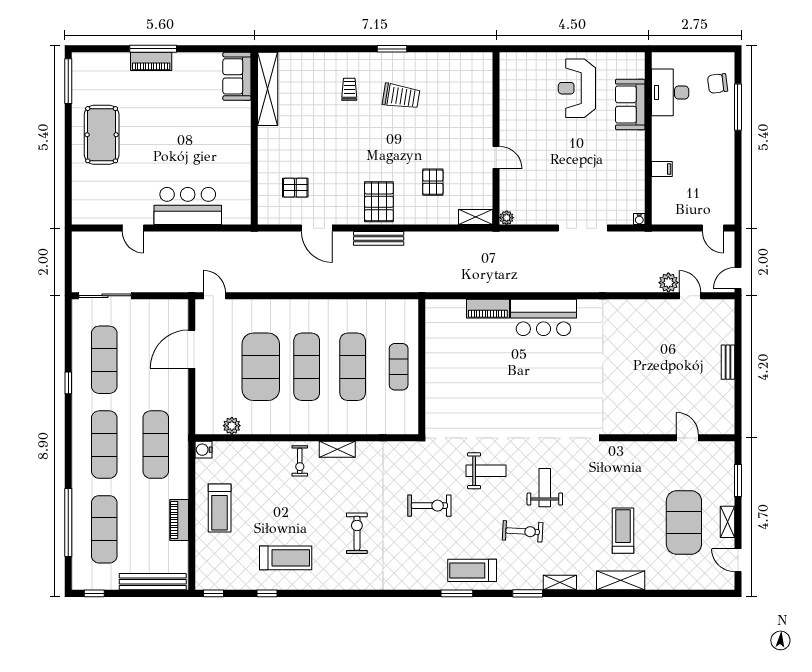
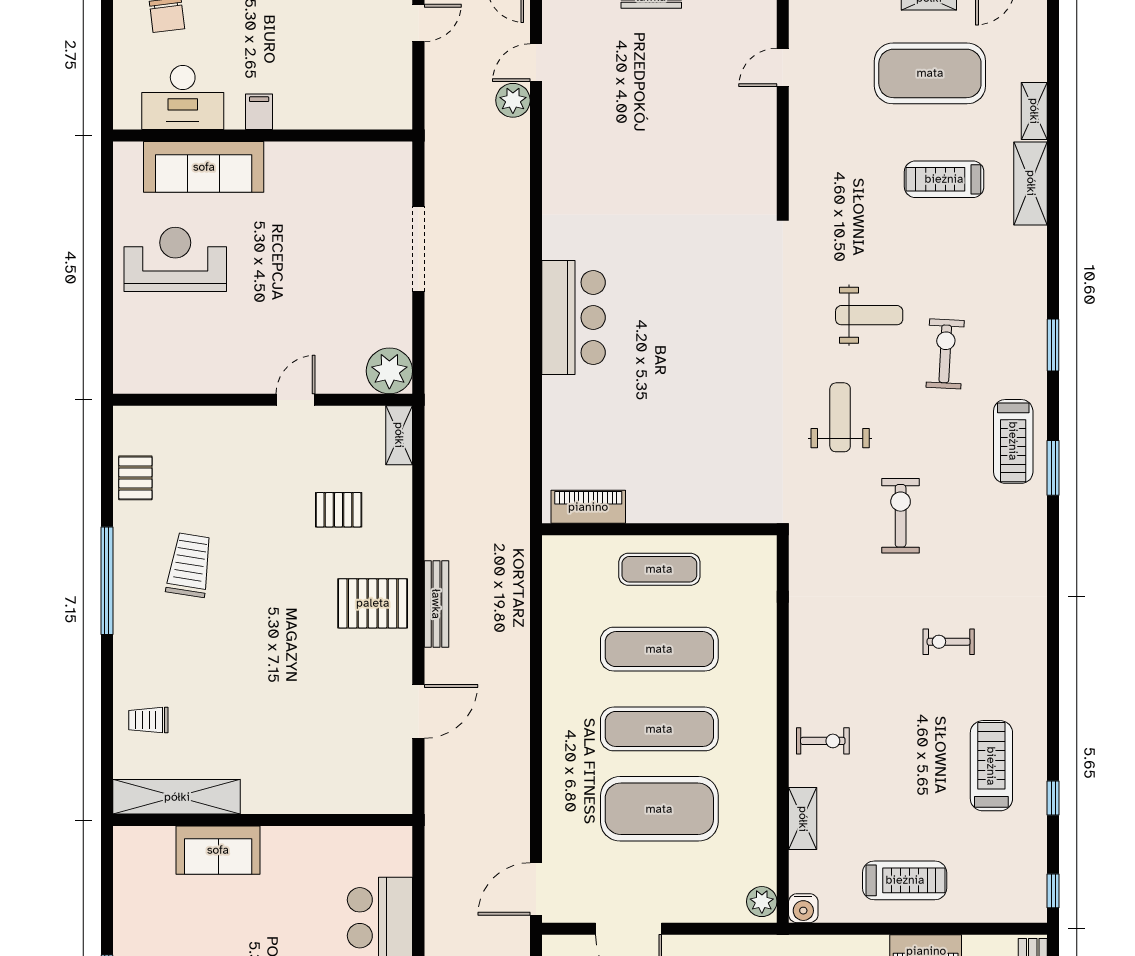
window: (392, 49) -> (107, 581), width x2.11
sofa: (237, 76) -> (218, 850), moved
reception desk: (577, 88) -> (175, 259), turned 180
trolley: (349, 89) -> (148, 720), moved
sofa: (630, 105) -> (204, 167), width x1.36
filing cabinet: (662, 169) -> (259, 112), moved
pallet: (295, 188) -> (135, 478), moved
plant: (507, 218) -> (389, 371), width x1.87, depth x1.87
water cooler: (639, 219) -> (403, 151), removed
door: (215, 296) -> (536, 889), width x1.38
piano: (488, 309) -> (588, 507), moved, turned -90
plant: (232, 426) -> (762, 902), moved
shelving: (337, 449) -> (803, 819), moved
weight bench: (545, 488) -> (869, 315), turned 180
exercise bike: (357, 533) -> (949, 642), width x0.73, depth x0.72
shelving: (560, 583) -> (1034, 111), moved

